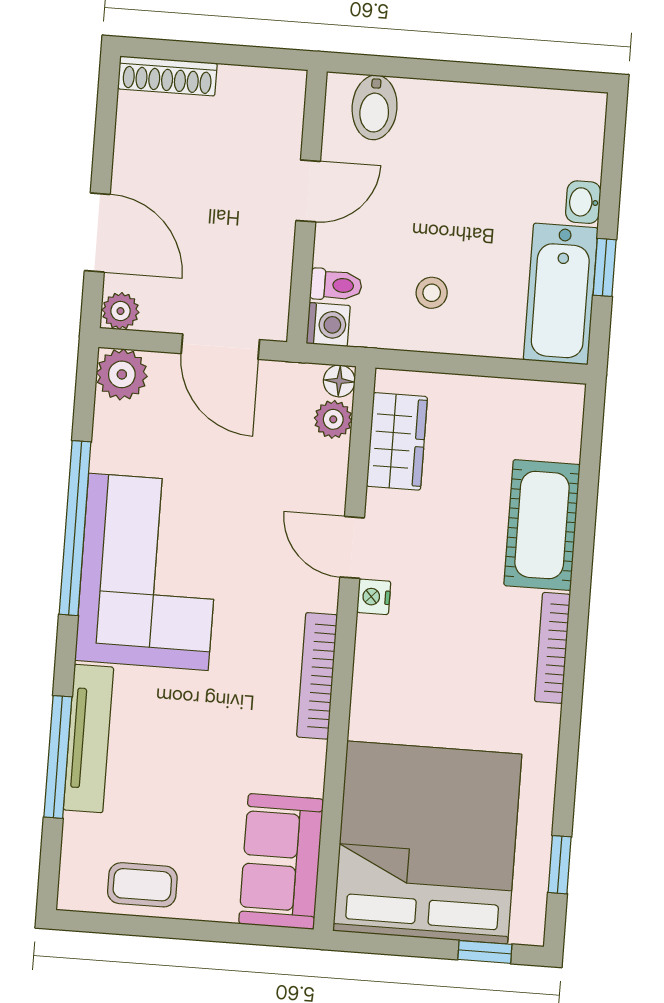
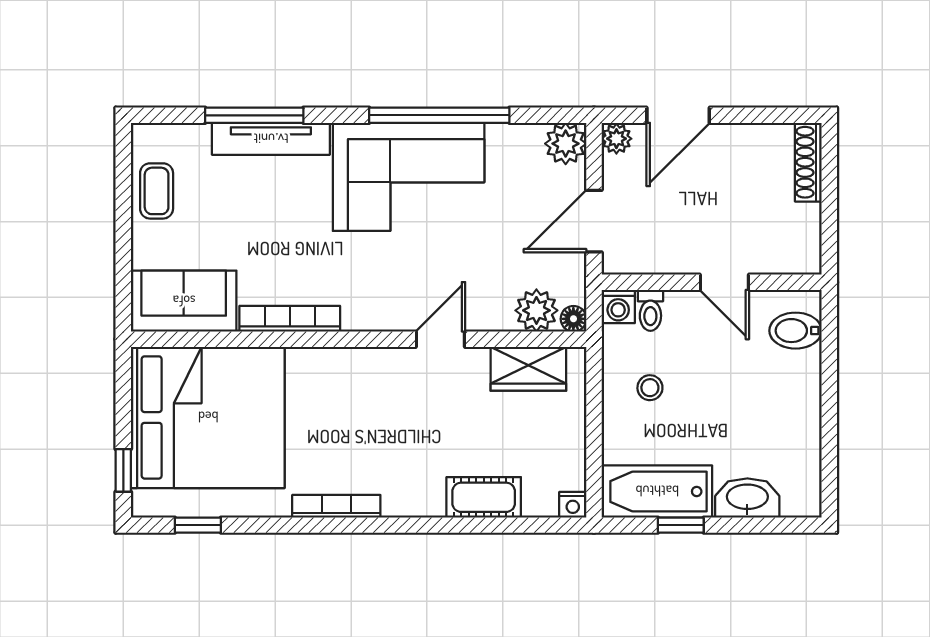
washbasin: (583, 202) -> (747, 498), width x1.91, depth x1.45
plant: (333, 419) -> (536, 310), width x1.38, depth x1.38
cot: (542, 525) -> (484, 497), width x0.73, depth x0.75
nightstand: (374, 597) -> (573, 505), moved, turned 180
bookcase: (552, 648) -> (336, 506), moved
bookcase: (317, 676) -> (290, 319), moved

